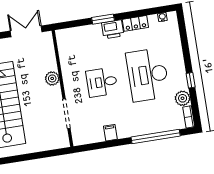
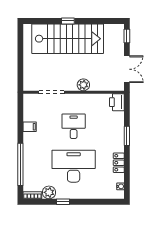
printer: (113, 29) -> (117, 102), moved

